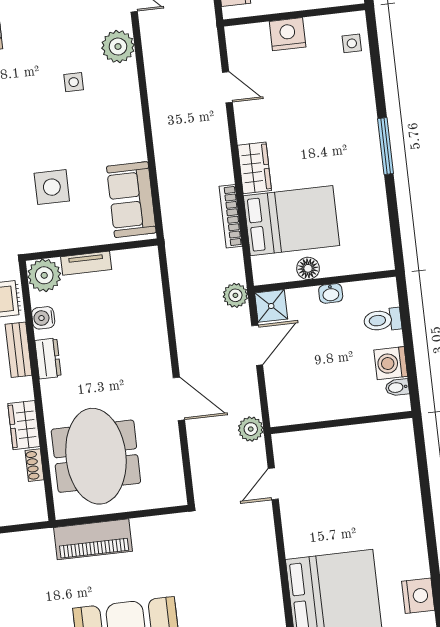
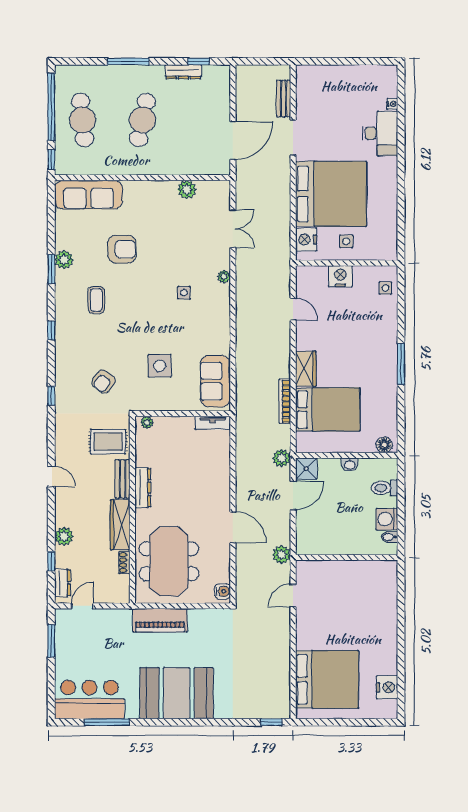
plant: (118, 47) -> (224, 277), width x0.53, depth x0.53
tv unit: (86, 263) -> (213, 423), moved
floor lamp: (308, 268) -> (384, 445), moved
plant: (44, 275) -> (147, 422), width x0.53, depth x0.53
water cooler: (43, 318) -> (222, 591), moved, turned 180
dresser: (48, 358) -> (143, 488), width x1.44
wardrobe: (24, 425) -> (120, 525), width x1.50

